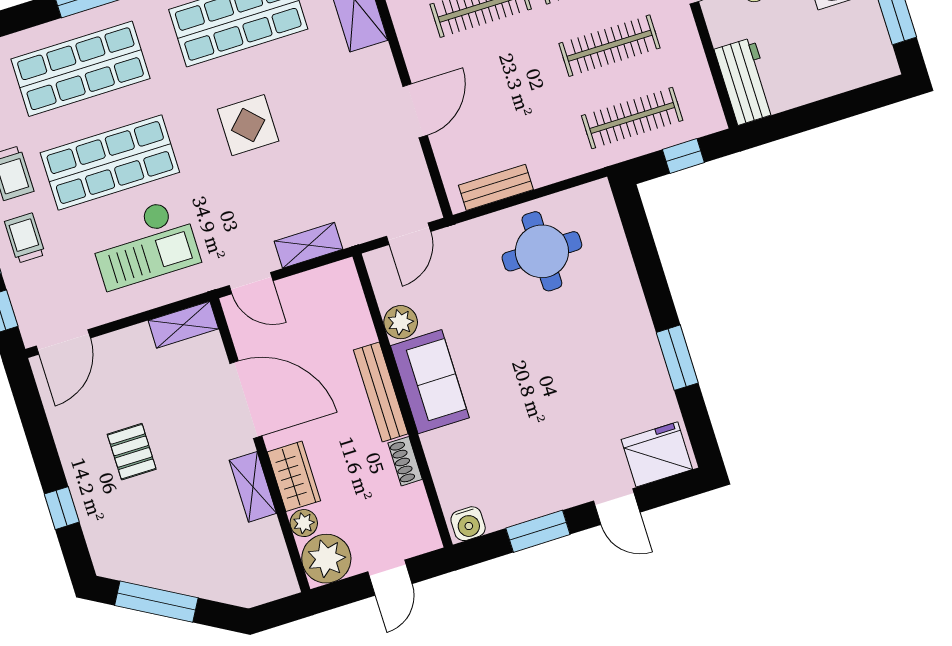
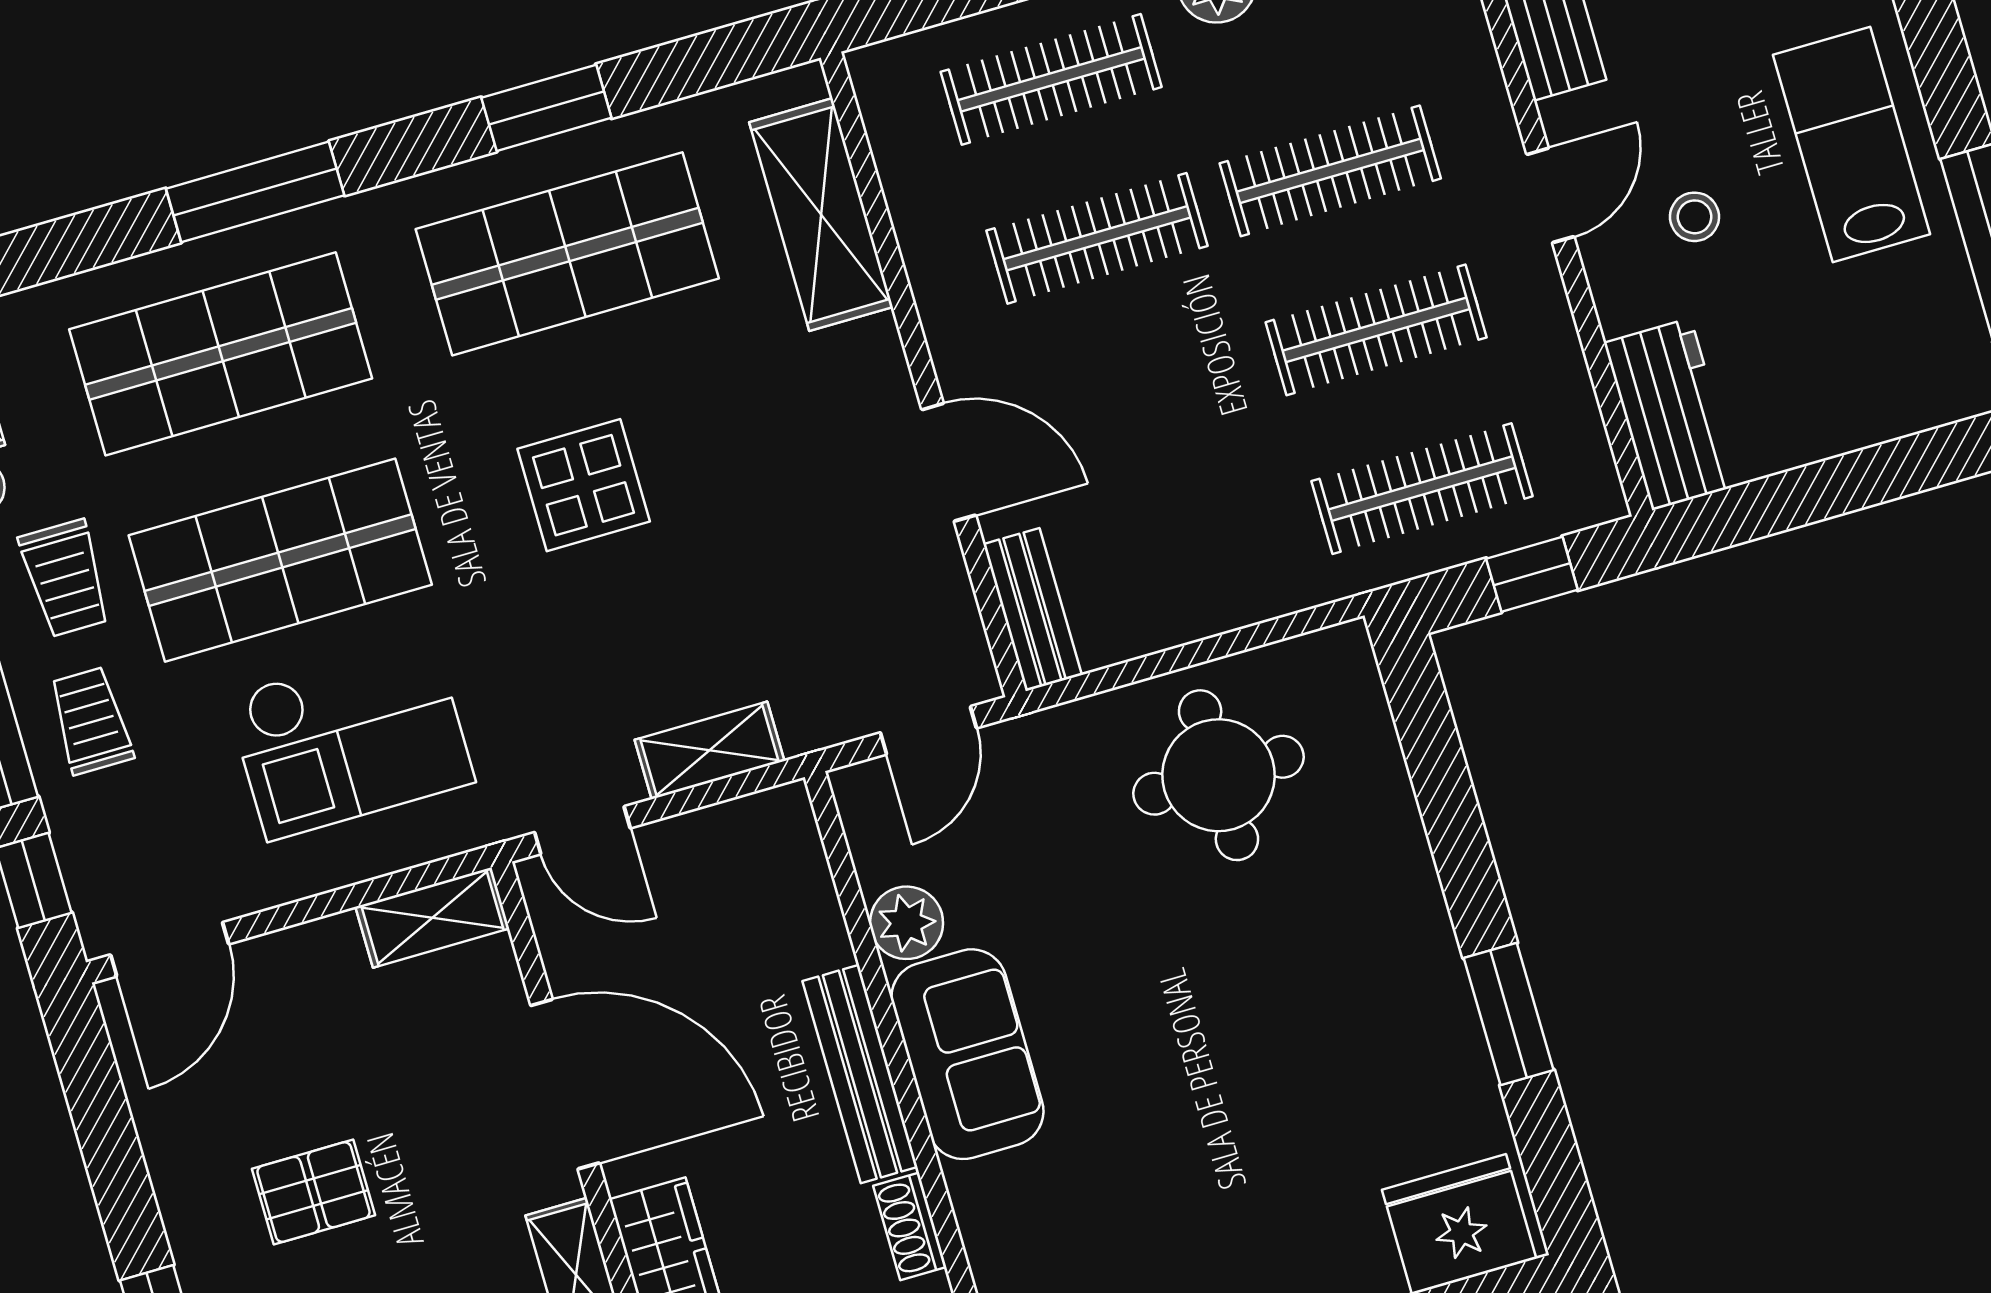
door: (415, 111) -> (949, 462), hinge flipped
bench: (496, 187) -> (1033, 610), moved, turned 90
pallet: (132, 452) -> (313, 1192), turned 90

